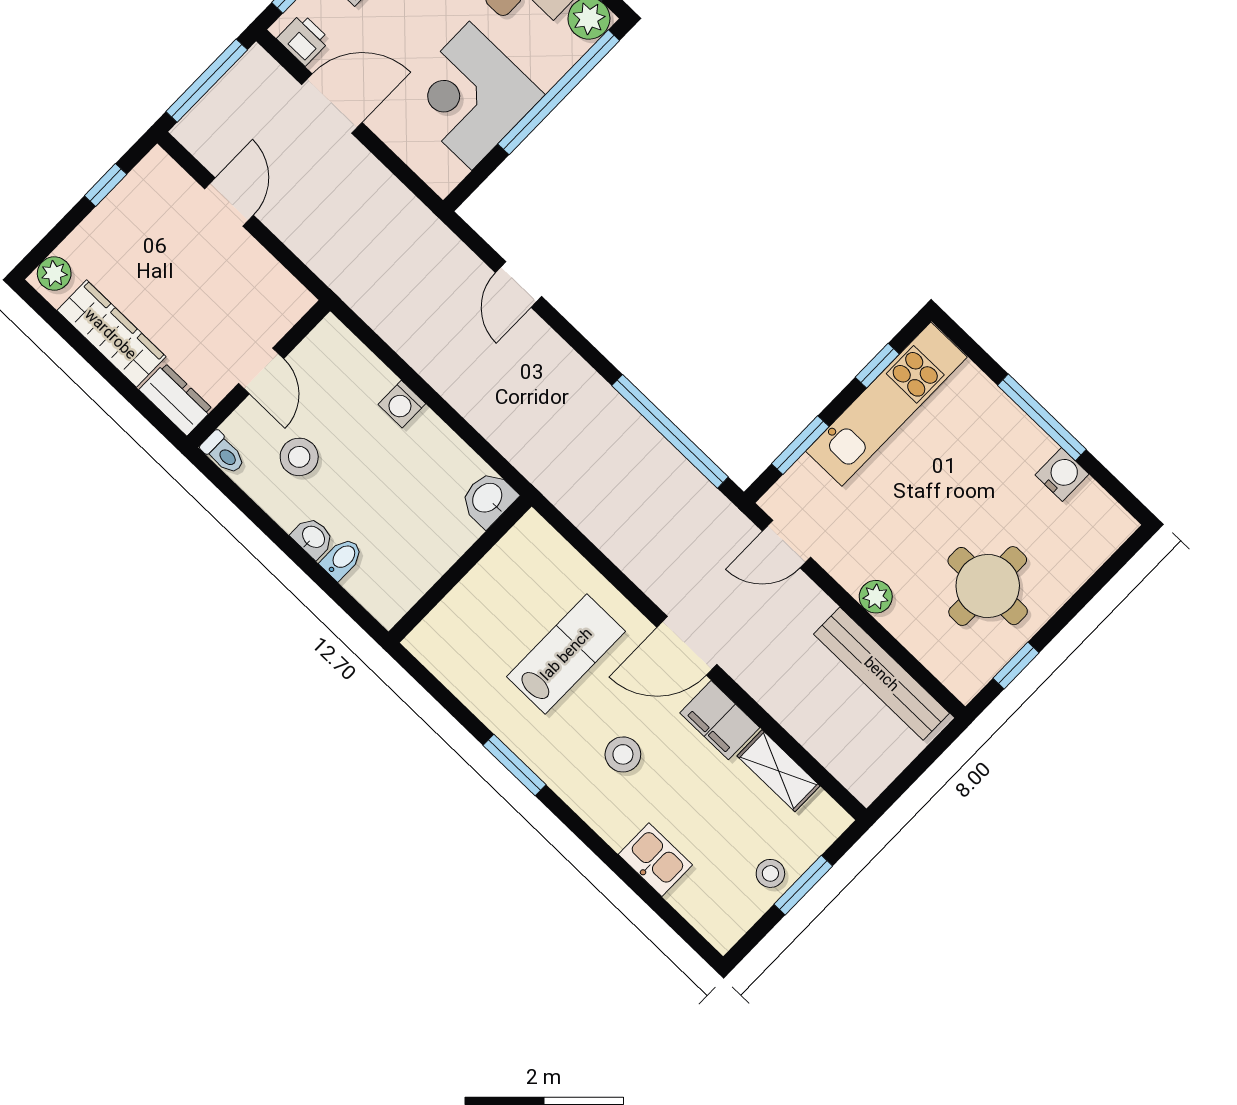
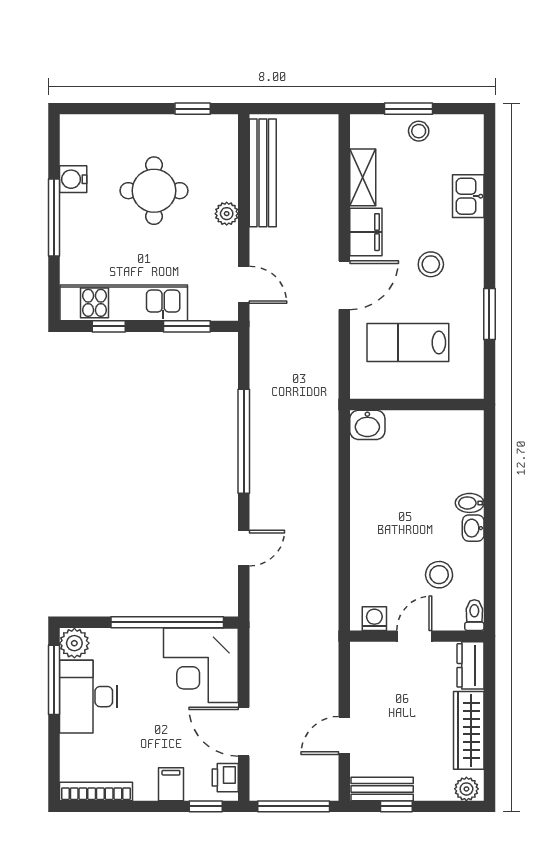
window: (559, 92) -> (167, 622), moved
corner desk: (471, 96) -> (201, 665), moved, turned 90
bench: (137, 188) -> (382, 789), added
washing machine: (402, 404) -> (374, 619), moved, turned -90
window: (670, 431) -> (244, 441), moved
washbasin: (488, 499) -> (367, 425), moved
wall: (460, 569) -> (417, 404), moved
round table: (988, 586) -> (154, 191), moved
door: (687, 646) -> (344, 285), hinge flipped

